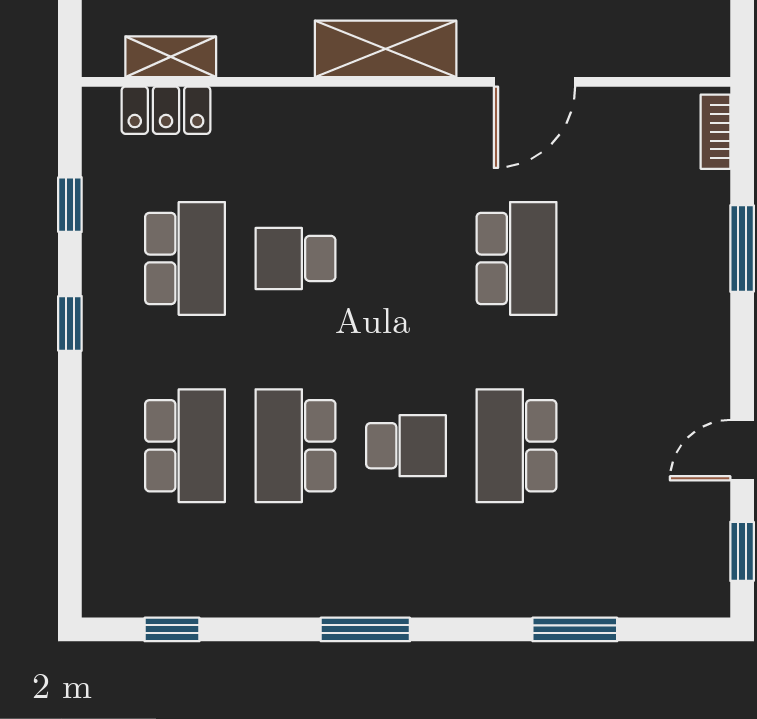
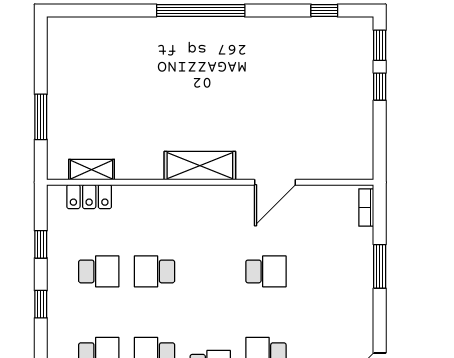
school desk: (185, 258) -> (99, 271), width x0.54
school desk: (516, 258) -> (266, 271), width x0.54

